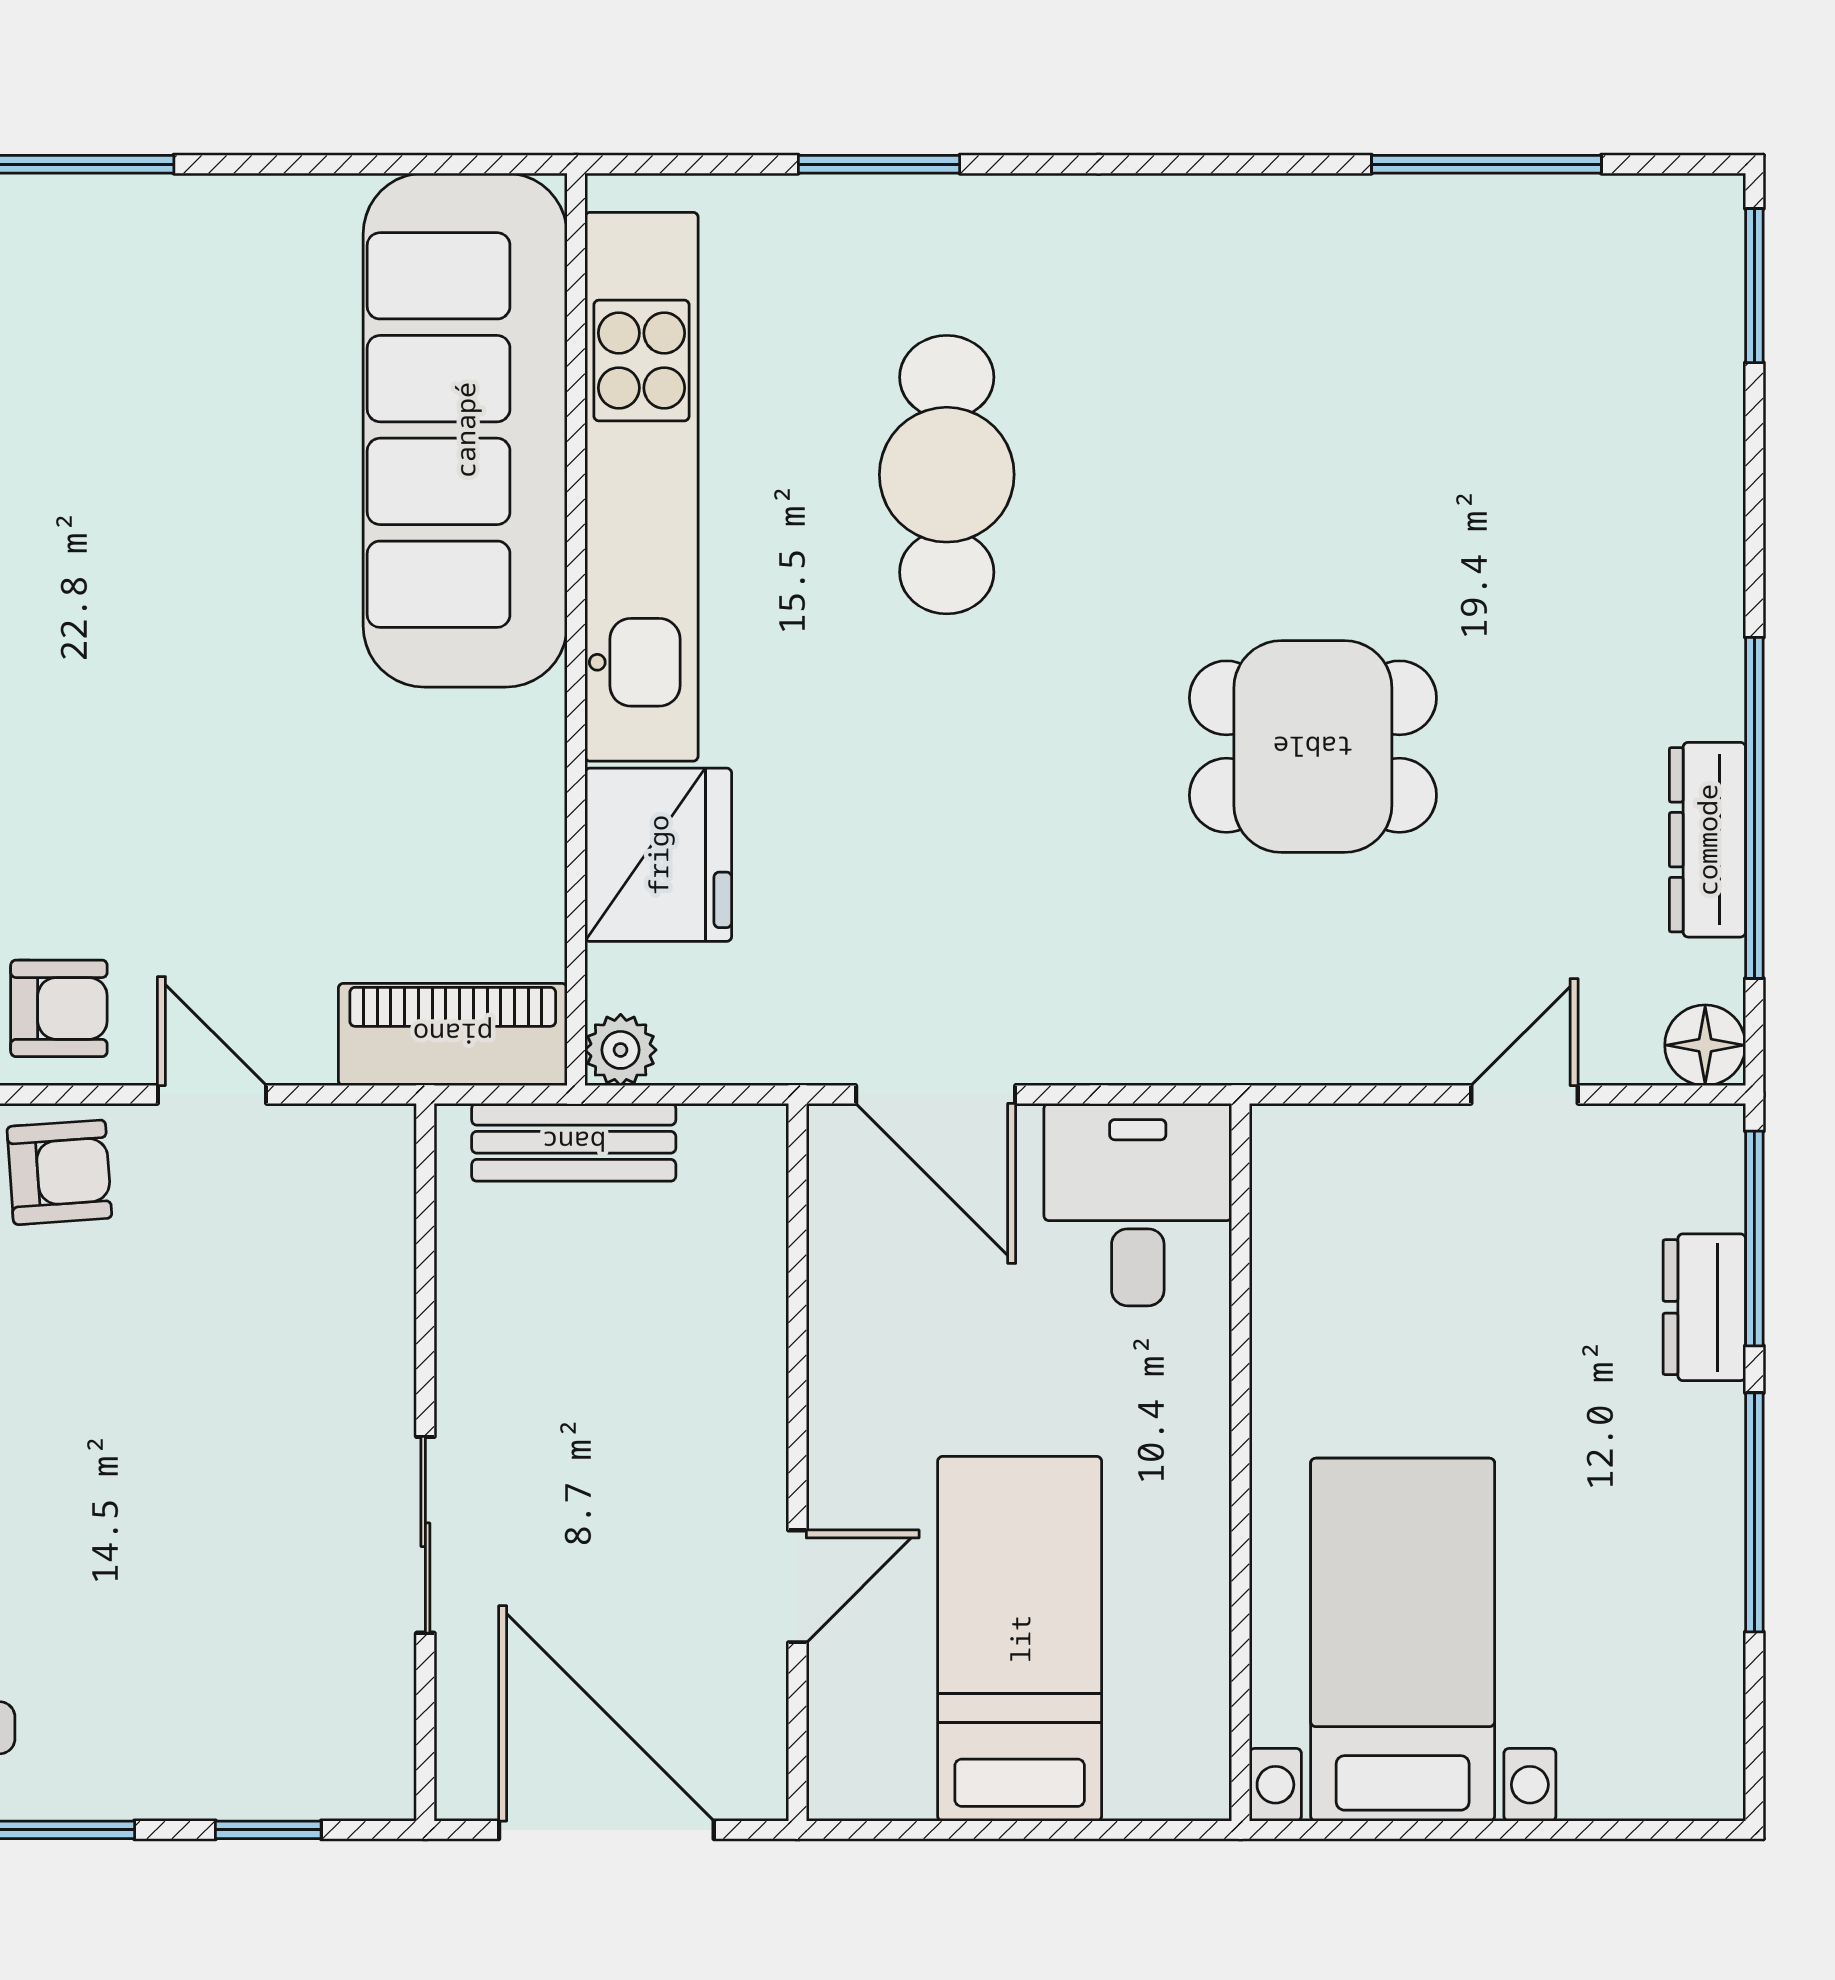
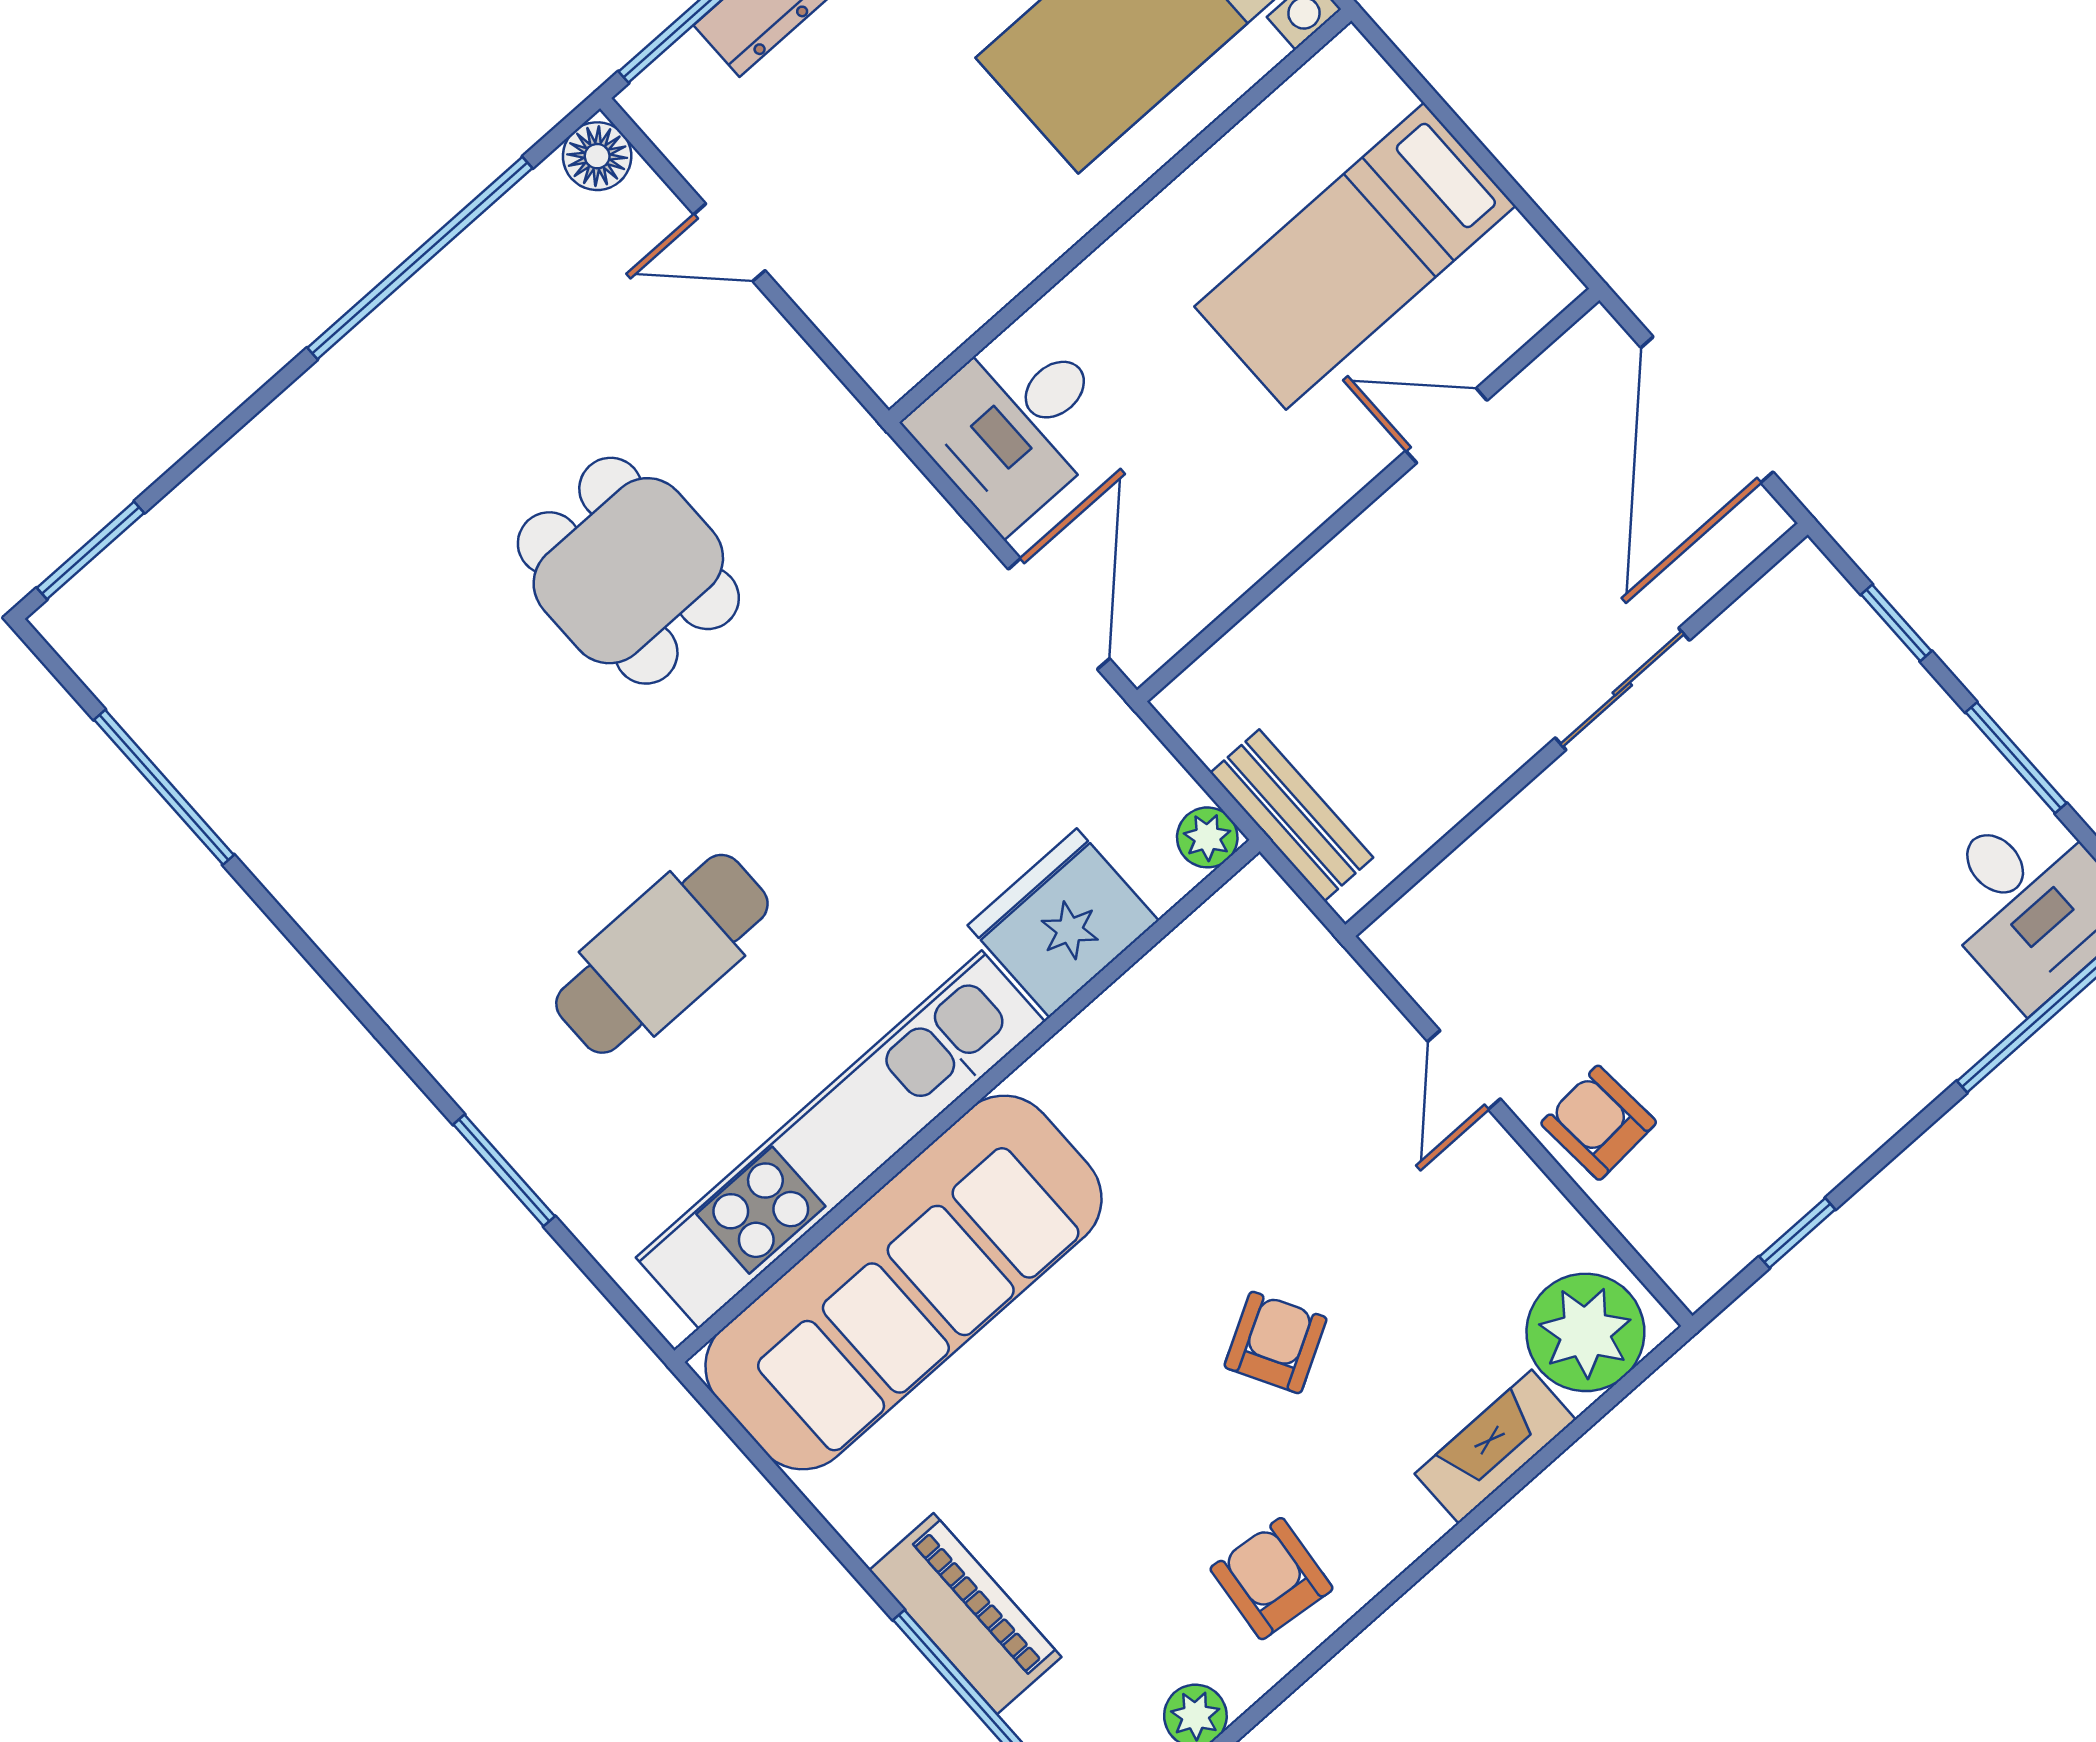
dresser: (1707, 840) -> (466, 270), removed
armchair: (59, 1008) -> (1276, 1342), moved, turned 61
piano: (453, 1034) -> (965, 1614), moved, turned 180

